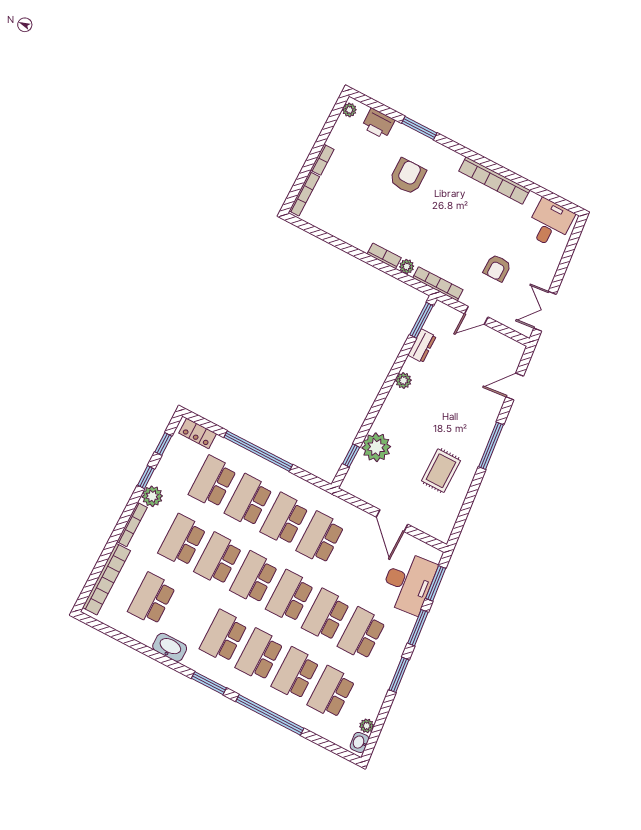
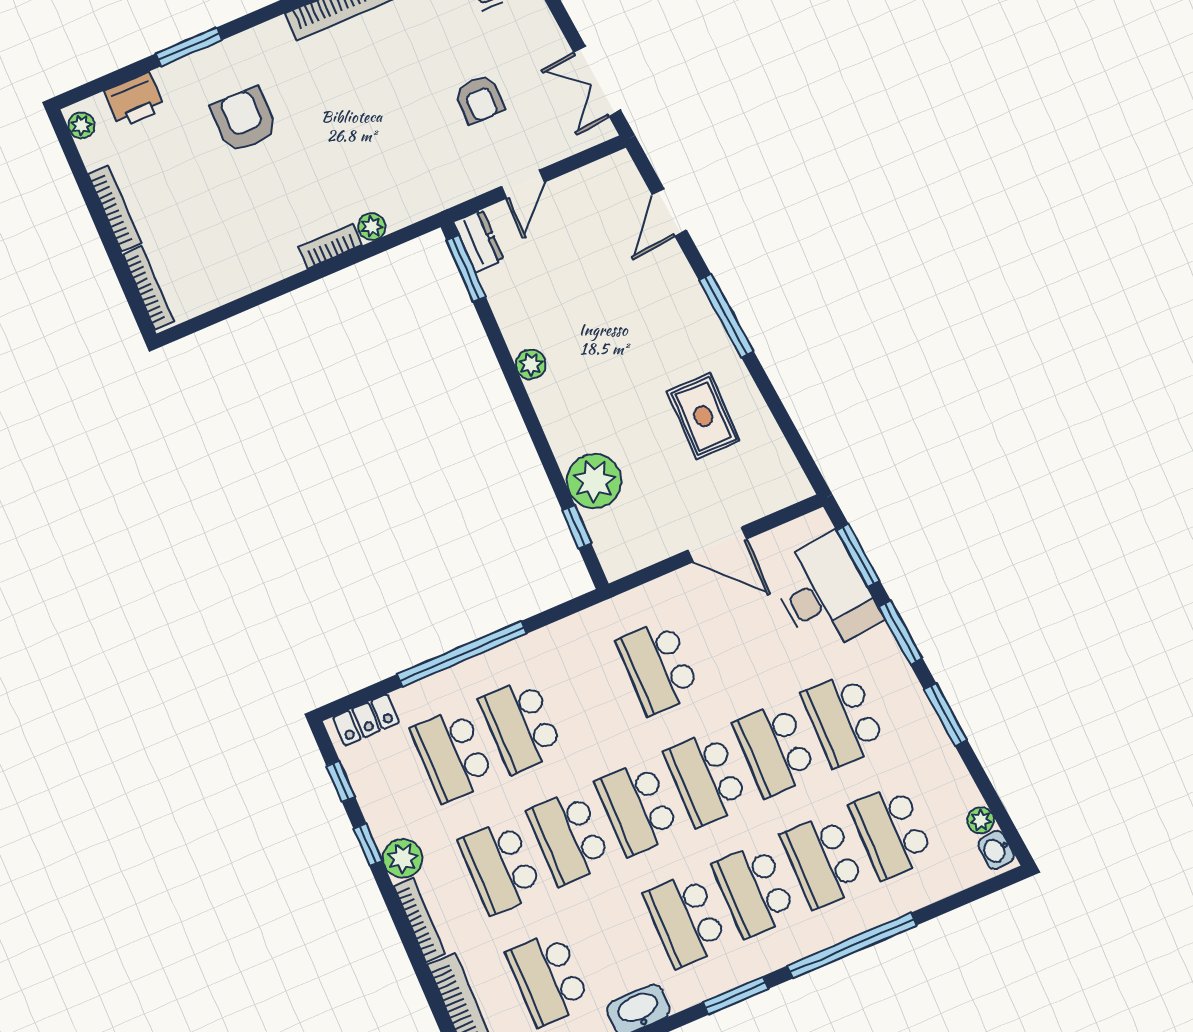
bookcase: (322, 160) -> (115, 208), width x1.56
bookcase: (438, 284) -> (433, 202), removed
dresser: (422, 346) -> (479, 241), moved
school desk: (284, 519) -> (590, 696), removed

